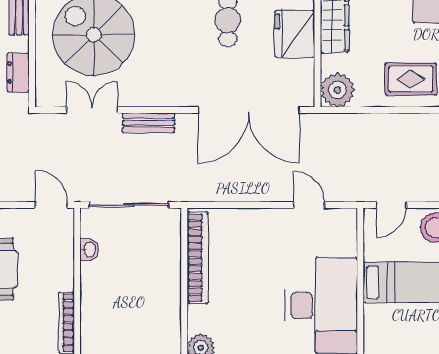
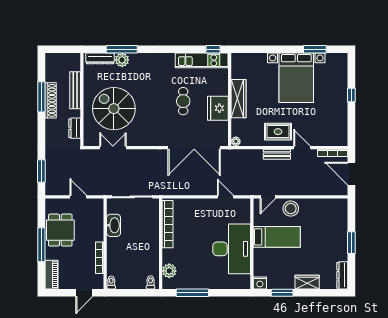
plant: (337, 90) -> (236, 141), width x0.53, depth x0.53
bench: (148, 123) -> (277, 154), moved
door: (51, 205) -> (78, 197), moved
washbasin: (89, 250) -> (114, 225), width x1.91, depth x1.45

